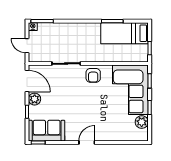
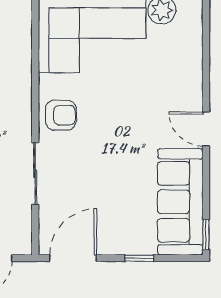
plant: (35, 99) -> (112, 242), removed
sofa: (47, 131) -> (180, 202), width x1.36

